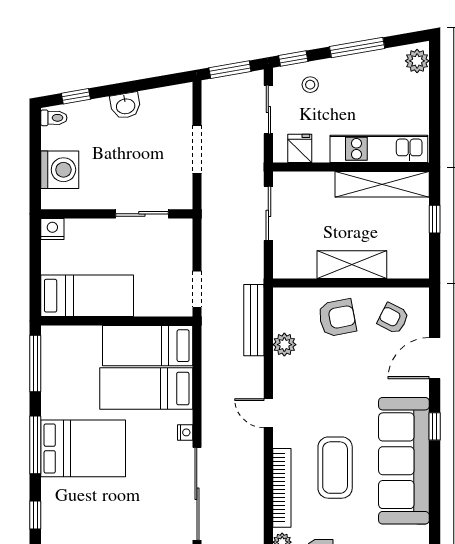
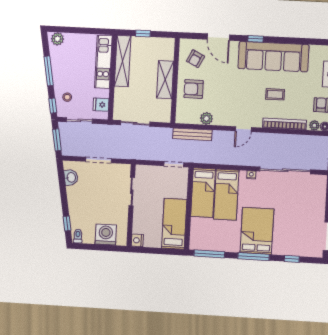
washbasin: (125, 106) -> (71, 177), moved
armchair: (337, 318) -> (194, 89), turned -79
coffee table: (335, 468) -> (275, 94), width x0.54, depth x0.58

